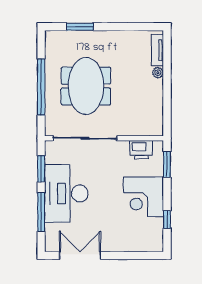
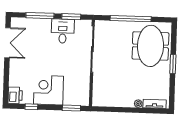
window: (80, 27) -> (173, 64), moved
meeting table: (86, 86) -> (150, 46), moved, turned 90
printer: (141, 150) -> (15, 95), moved, turned 180
desk: (66, 193) -> (63, 31), width x0.53, depth x0.77

